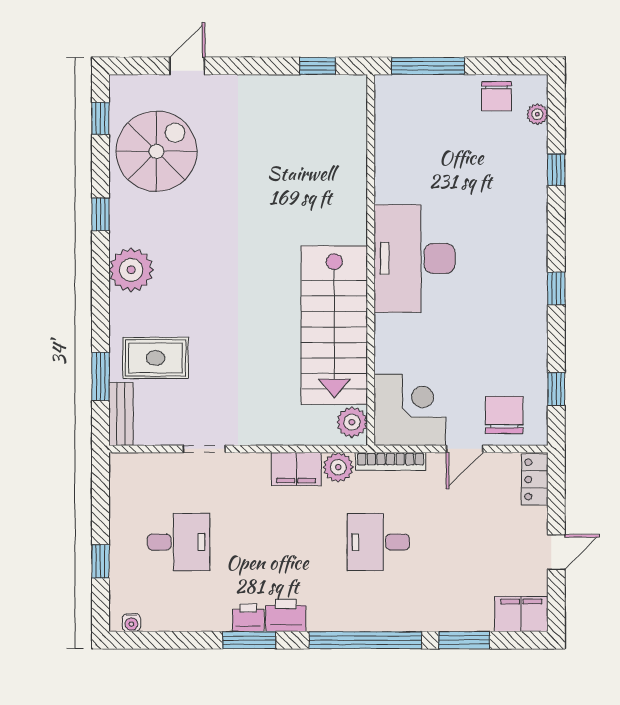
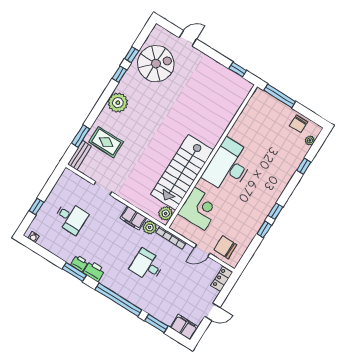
window: (100, 118) -> (132, 55), moved
window: (556, 389) -> (264, 229), moved
corner desk: (410, 410) -> (199, 209), moved
chair: (504, 415) -> (225, 247), turned -90

